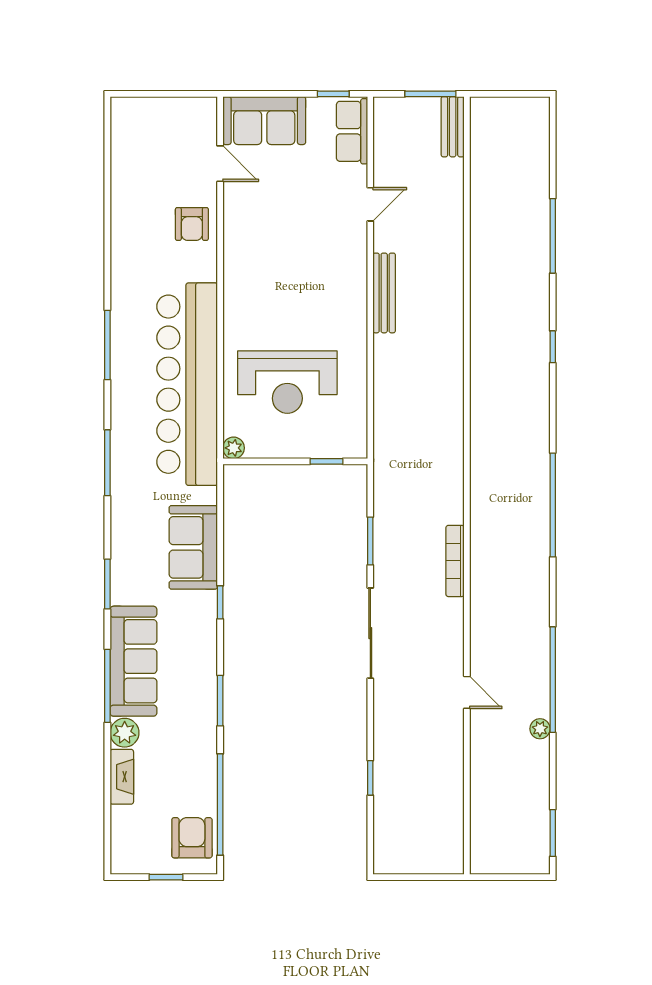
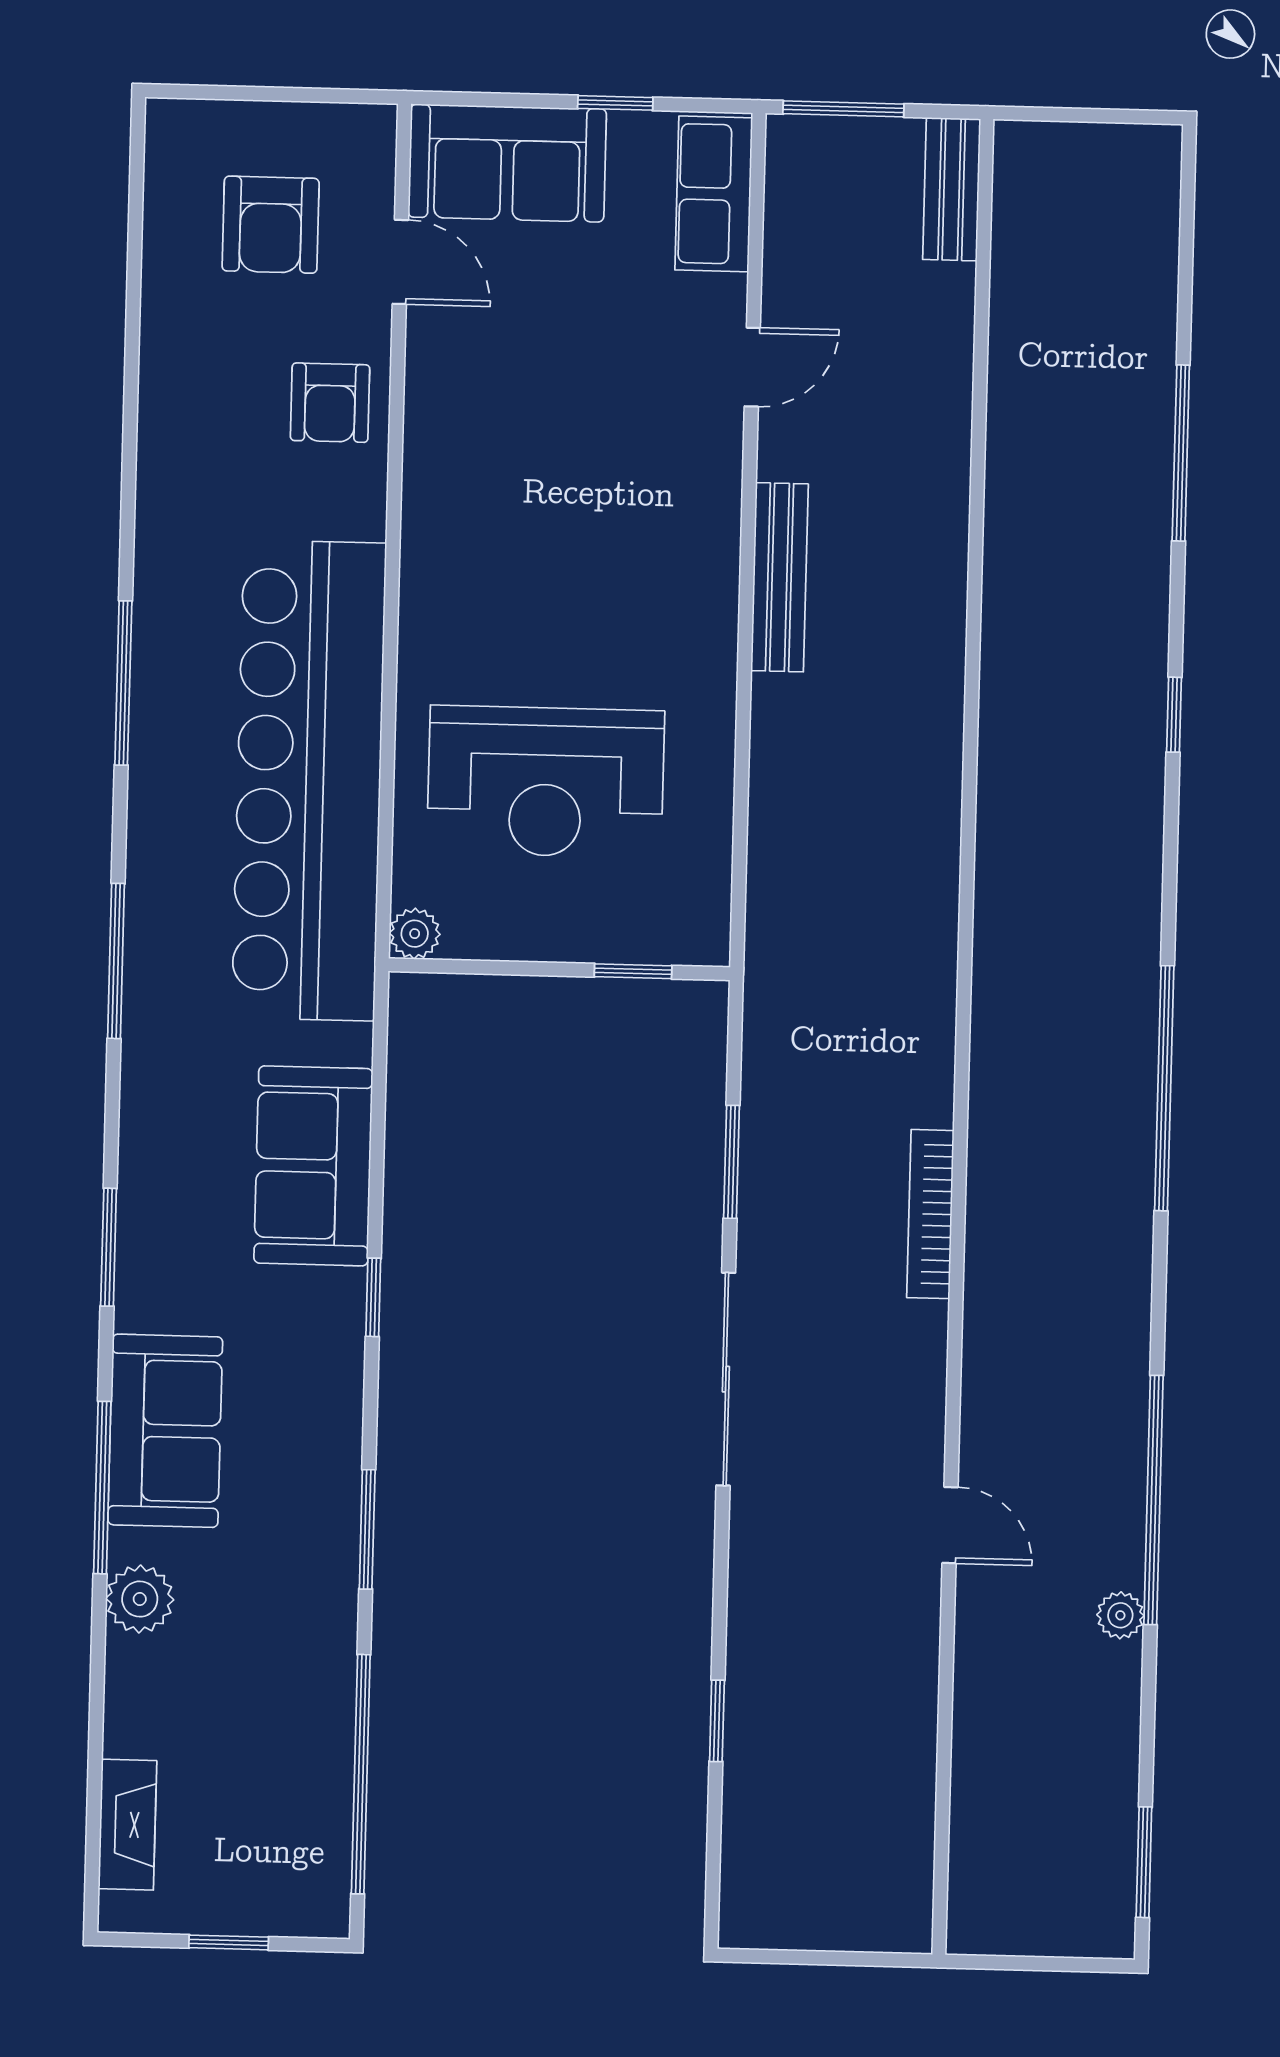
window: (333, 94) -> (615, 103), moved
window: (430, 94) -> (843, 109), moved
sofa: (133, 661) -> (165, 1431), width x0.73
fireplace: (122, 777) -> (127, 1825), moved
armchair: (192, 838) -> (271, 225), moved, turned 180

